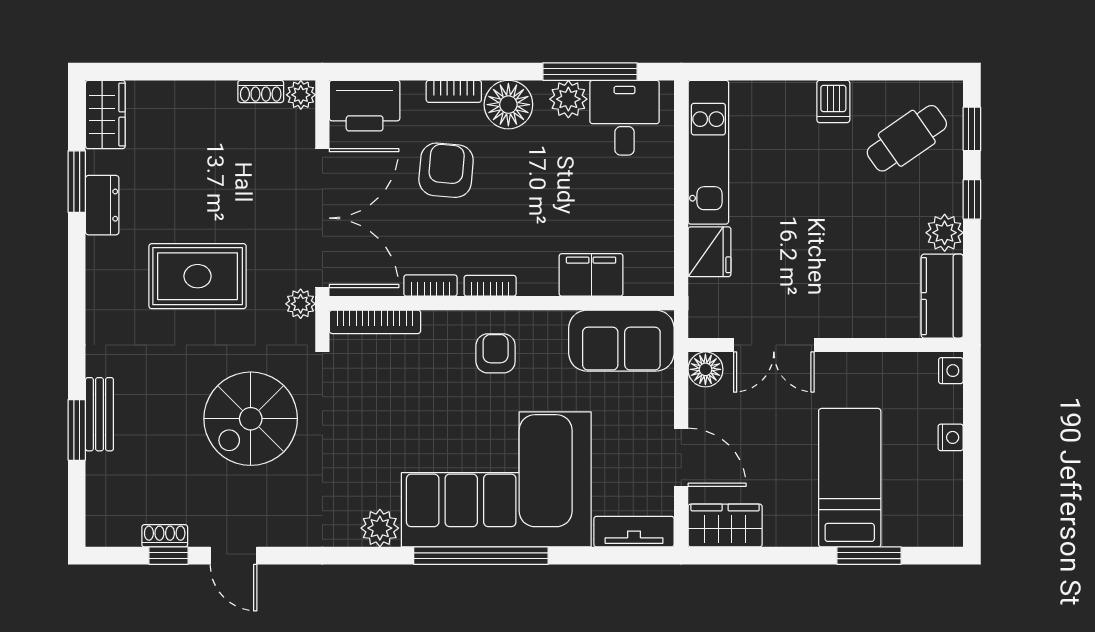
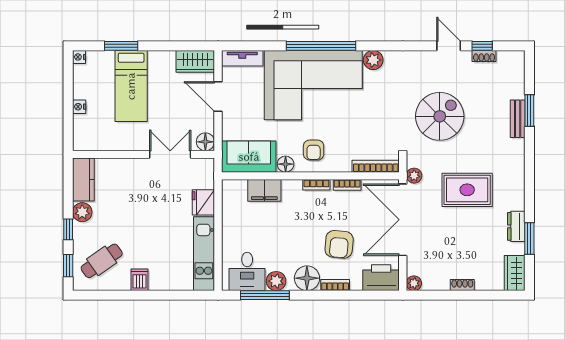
shoe rack: (261, 91) -> (462, 285), moved
floor lamp: (550, 326) -> (286, 164), added
nightstand: (951, 371) -> (79, 57), moved

